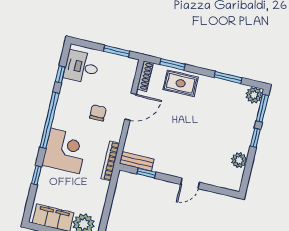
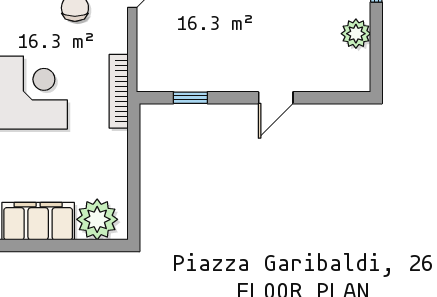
bench: (137, 161) -> (168, 80), removed

